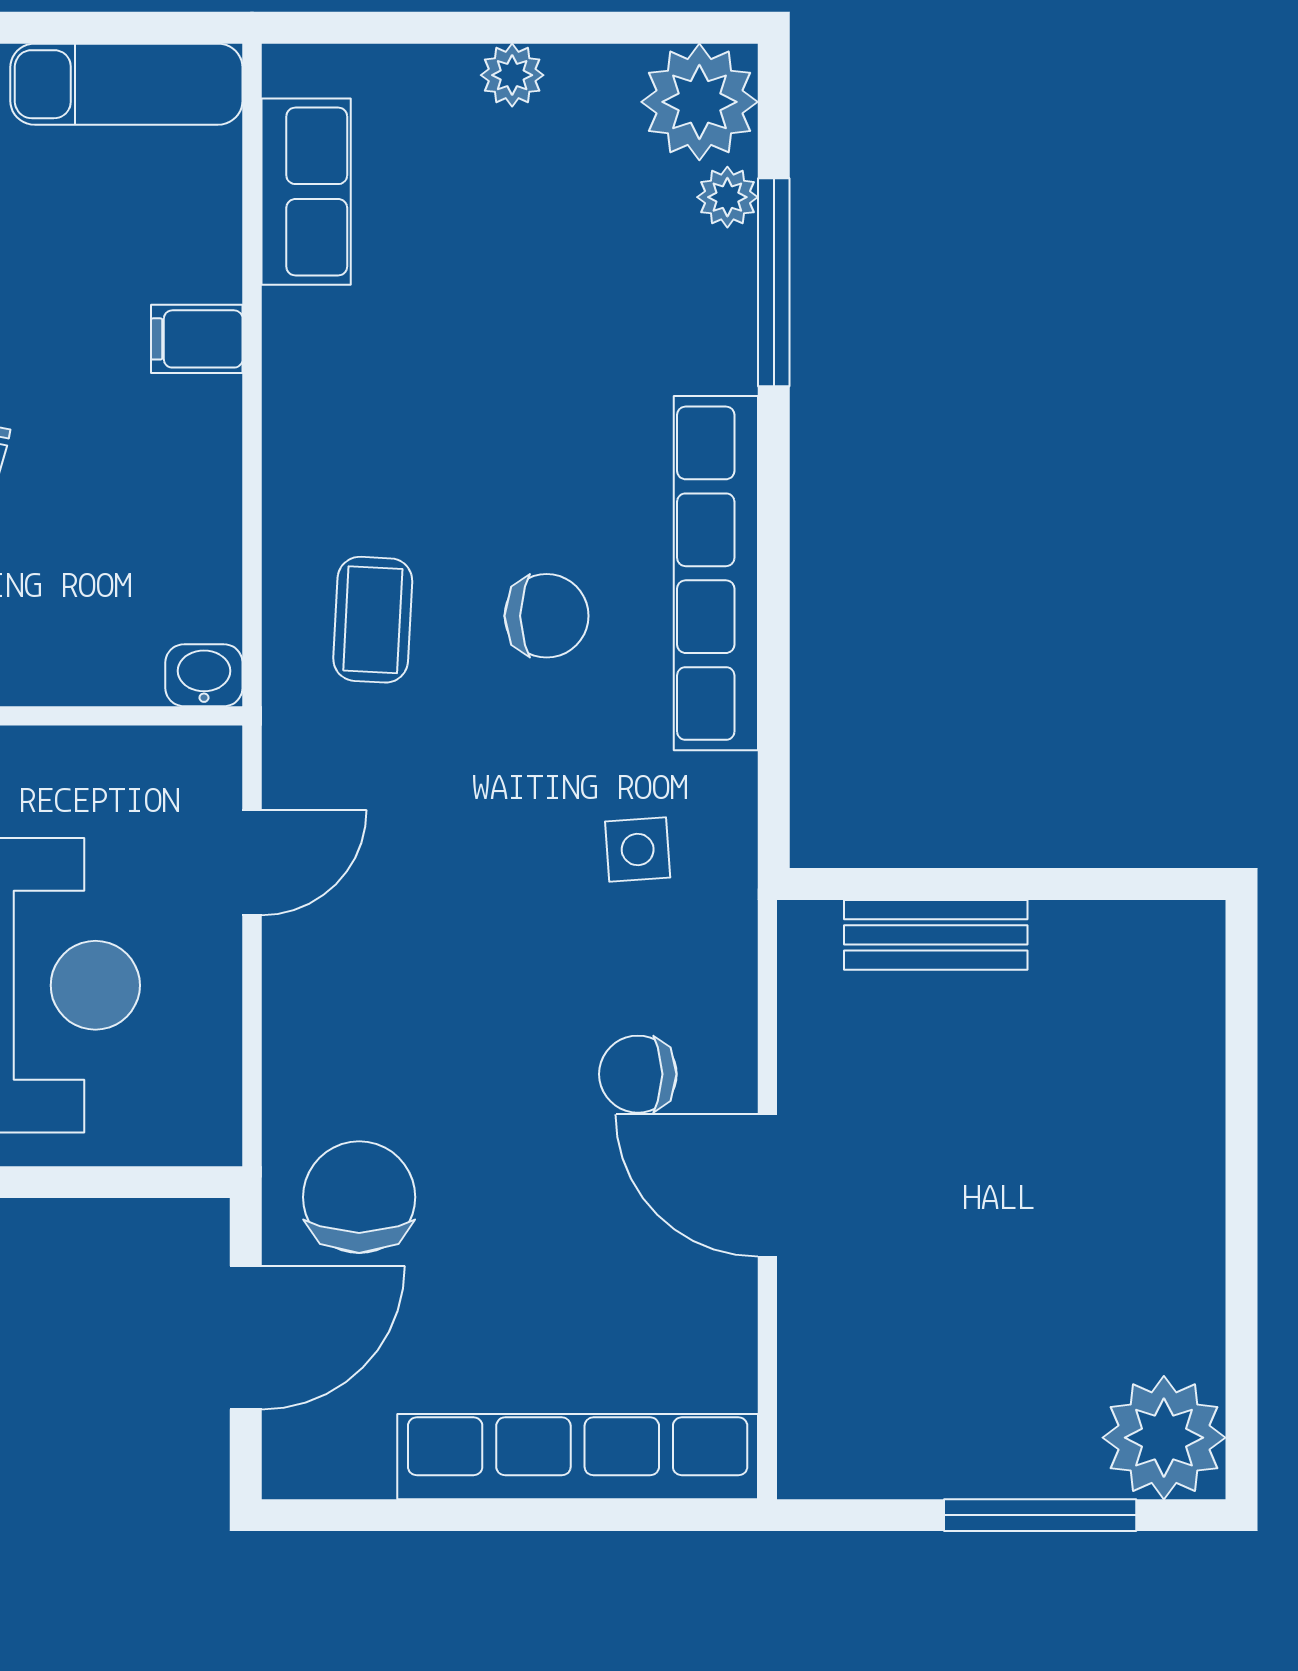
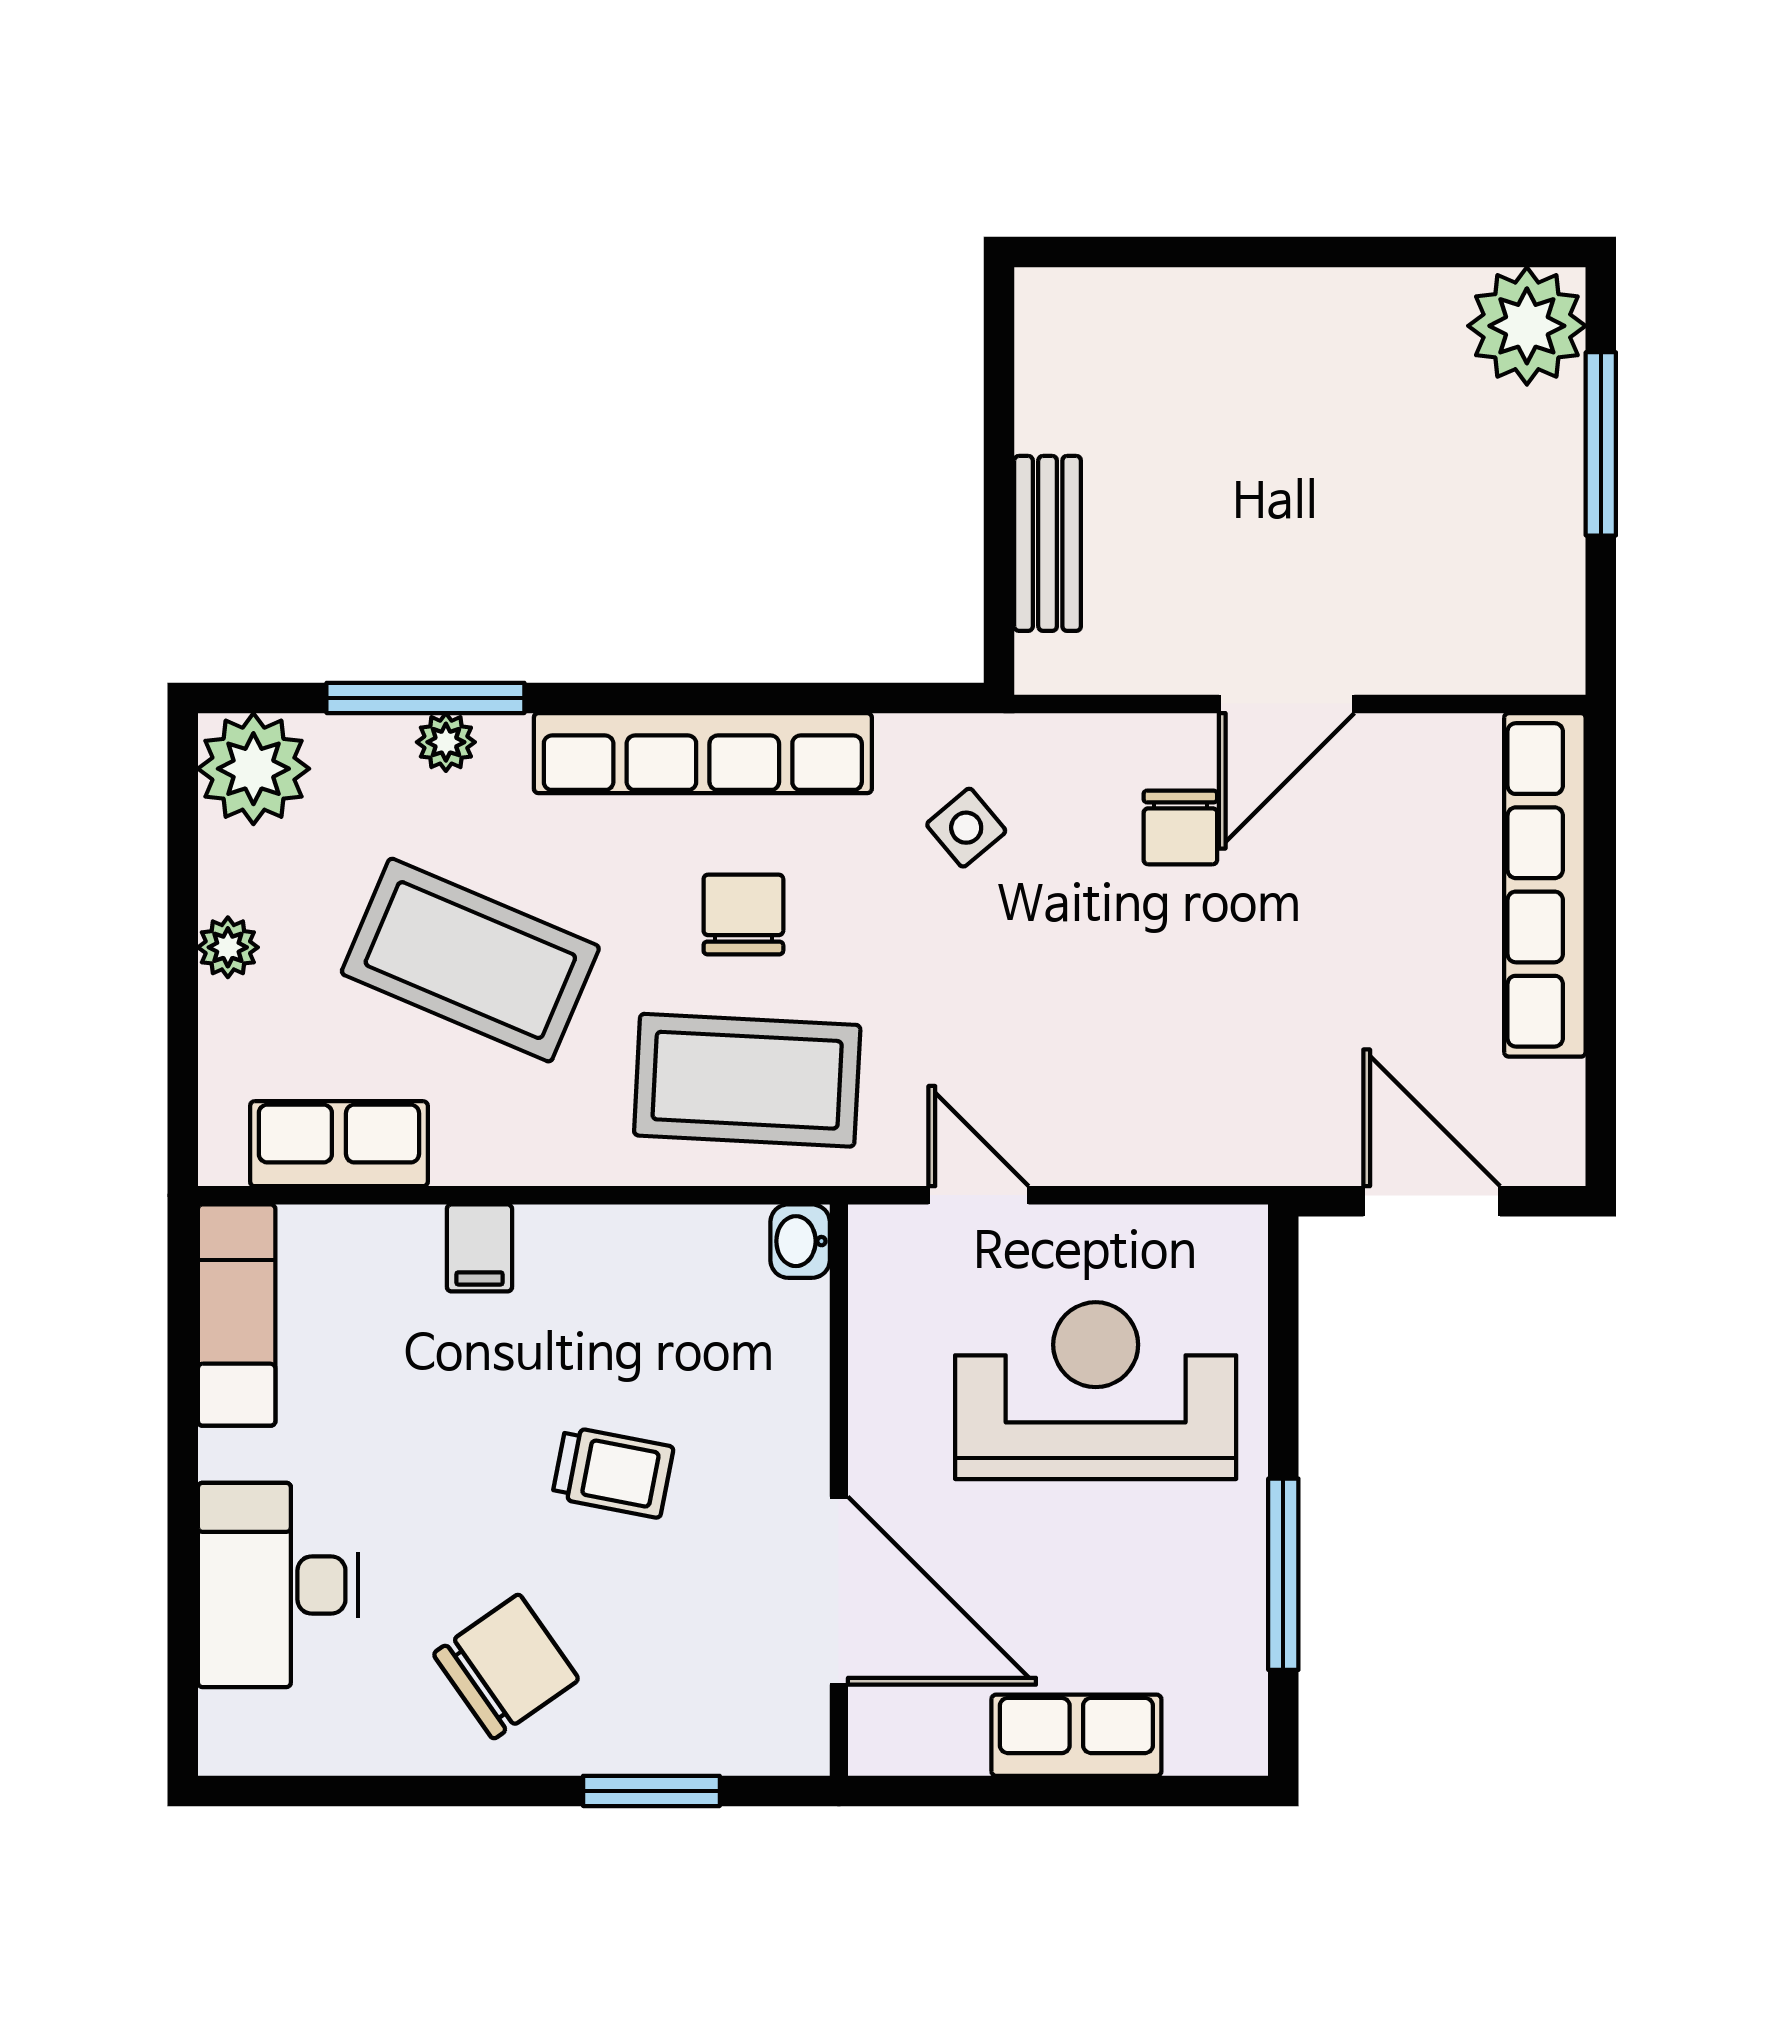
plant: (727, 197) -> (446, 742), moved
coffee table: (499, 329) -> (470, 960), added
coffee table: (373, 620) -> (747, 1080), width x1.86, depth x1.72
side table: (638, 849) -> (966, 828), turned -36
chair: (359, 1197) -> (1298, 1093), removed

